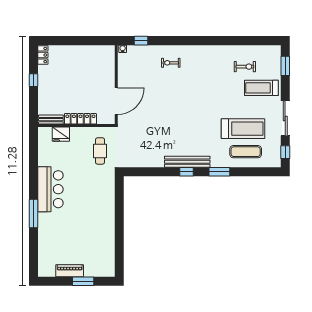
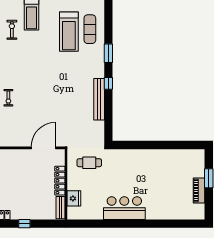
door: (116, 101) -> (44, 148), hinge flipped
treadmill: (243, 129) -> (69, 32), turned 180
bench: (187, 162) -> (99, 99), moved
window: (33, 213) -> (147, 224), removed

